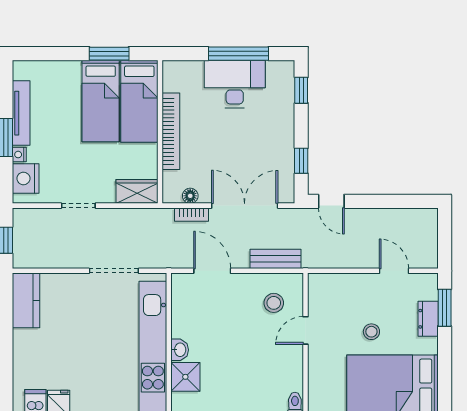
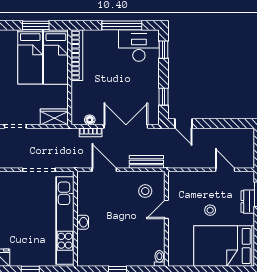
desk: (235, 84) -> (139, 46), moved
bookcase: (171, 131) -> (77, 55), moved
shower: (185, 377) -> (86, 240), removed

